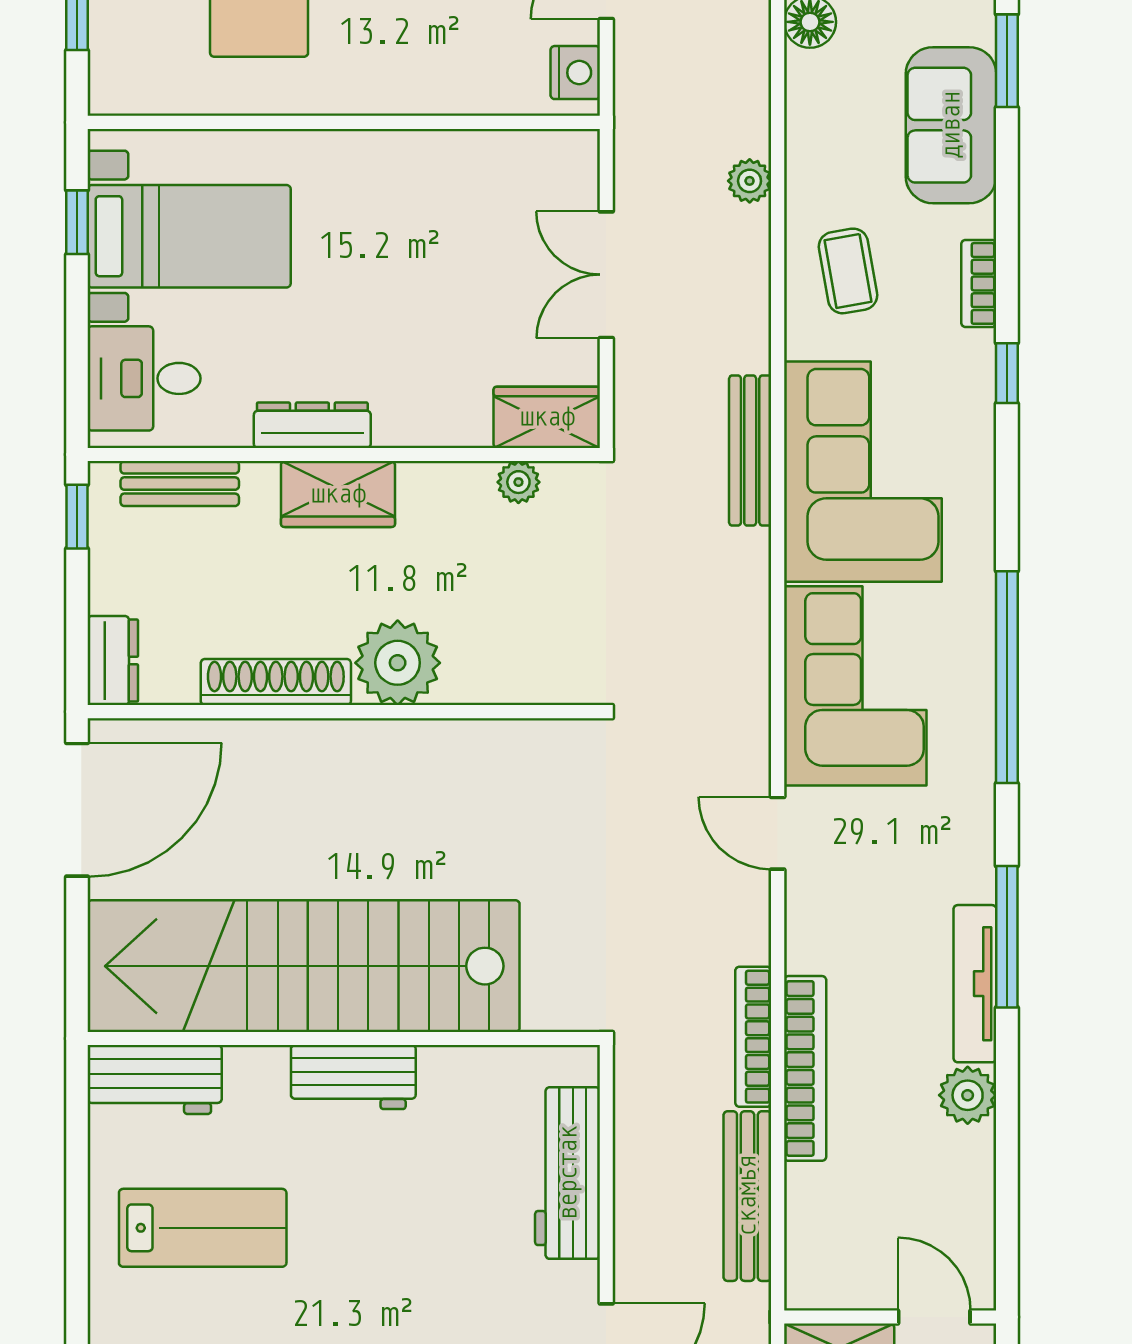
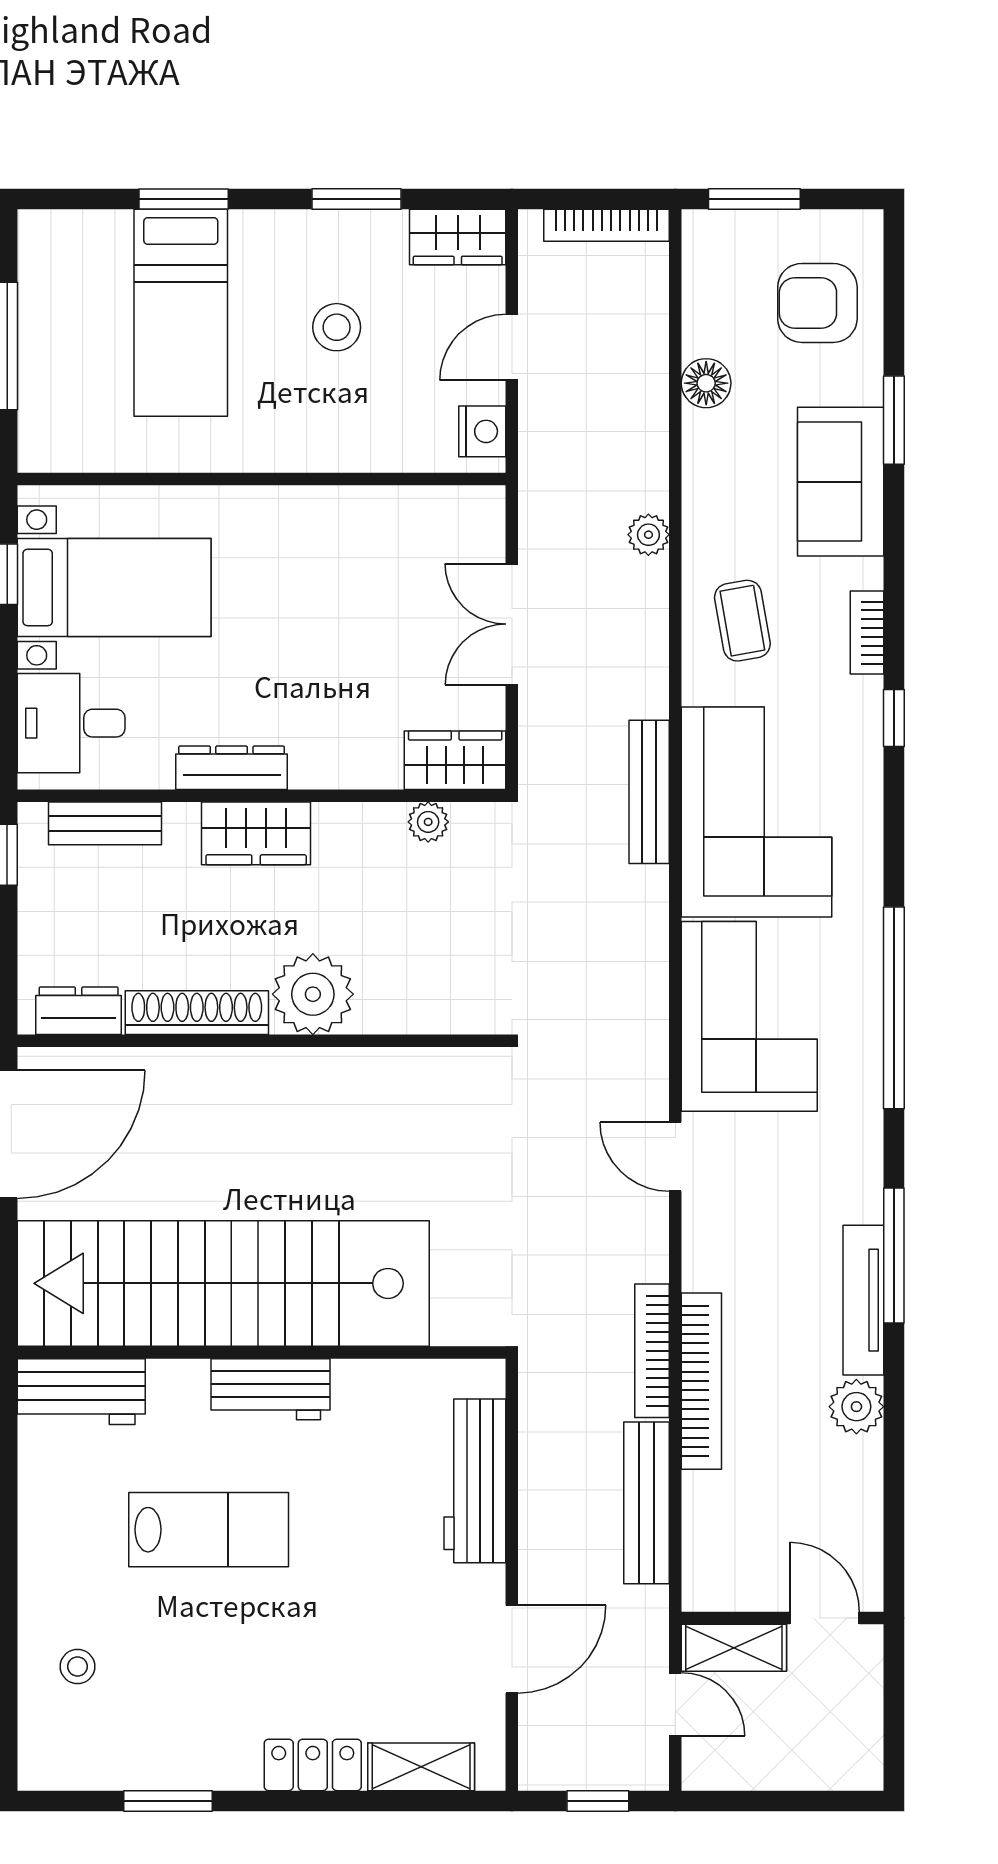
dresser: (113, 661) -> (79, 1011), moved, turned -90
lab bench: (203, 1228) -> (209, 1530), moved

